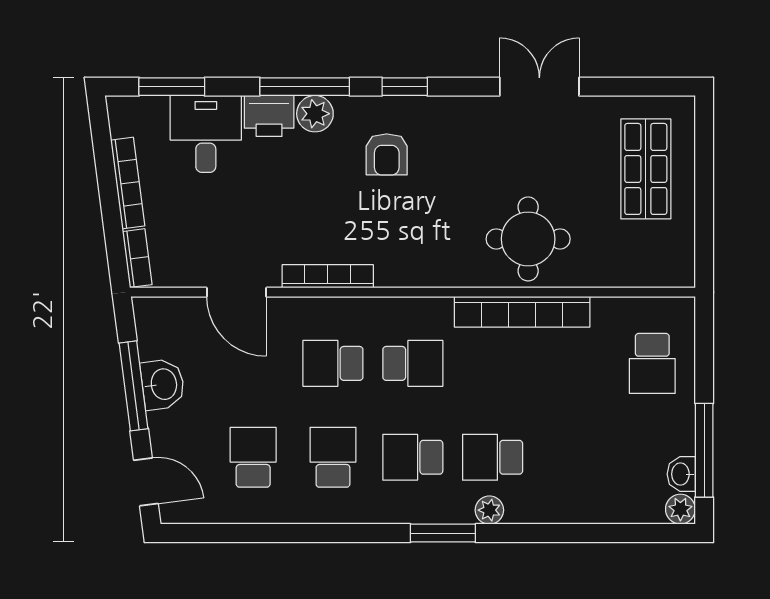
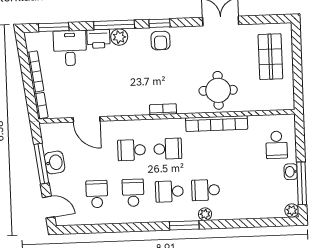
armchair: (387, 154) -> (161, 41), moved
bookcase: (328, 276) -> (163, 109), moved, width x0.64
washbasin: (681, 474) -> (291, 172), moved

